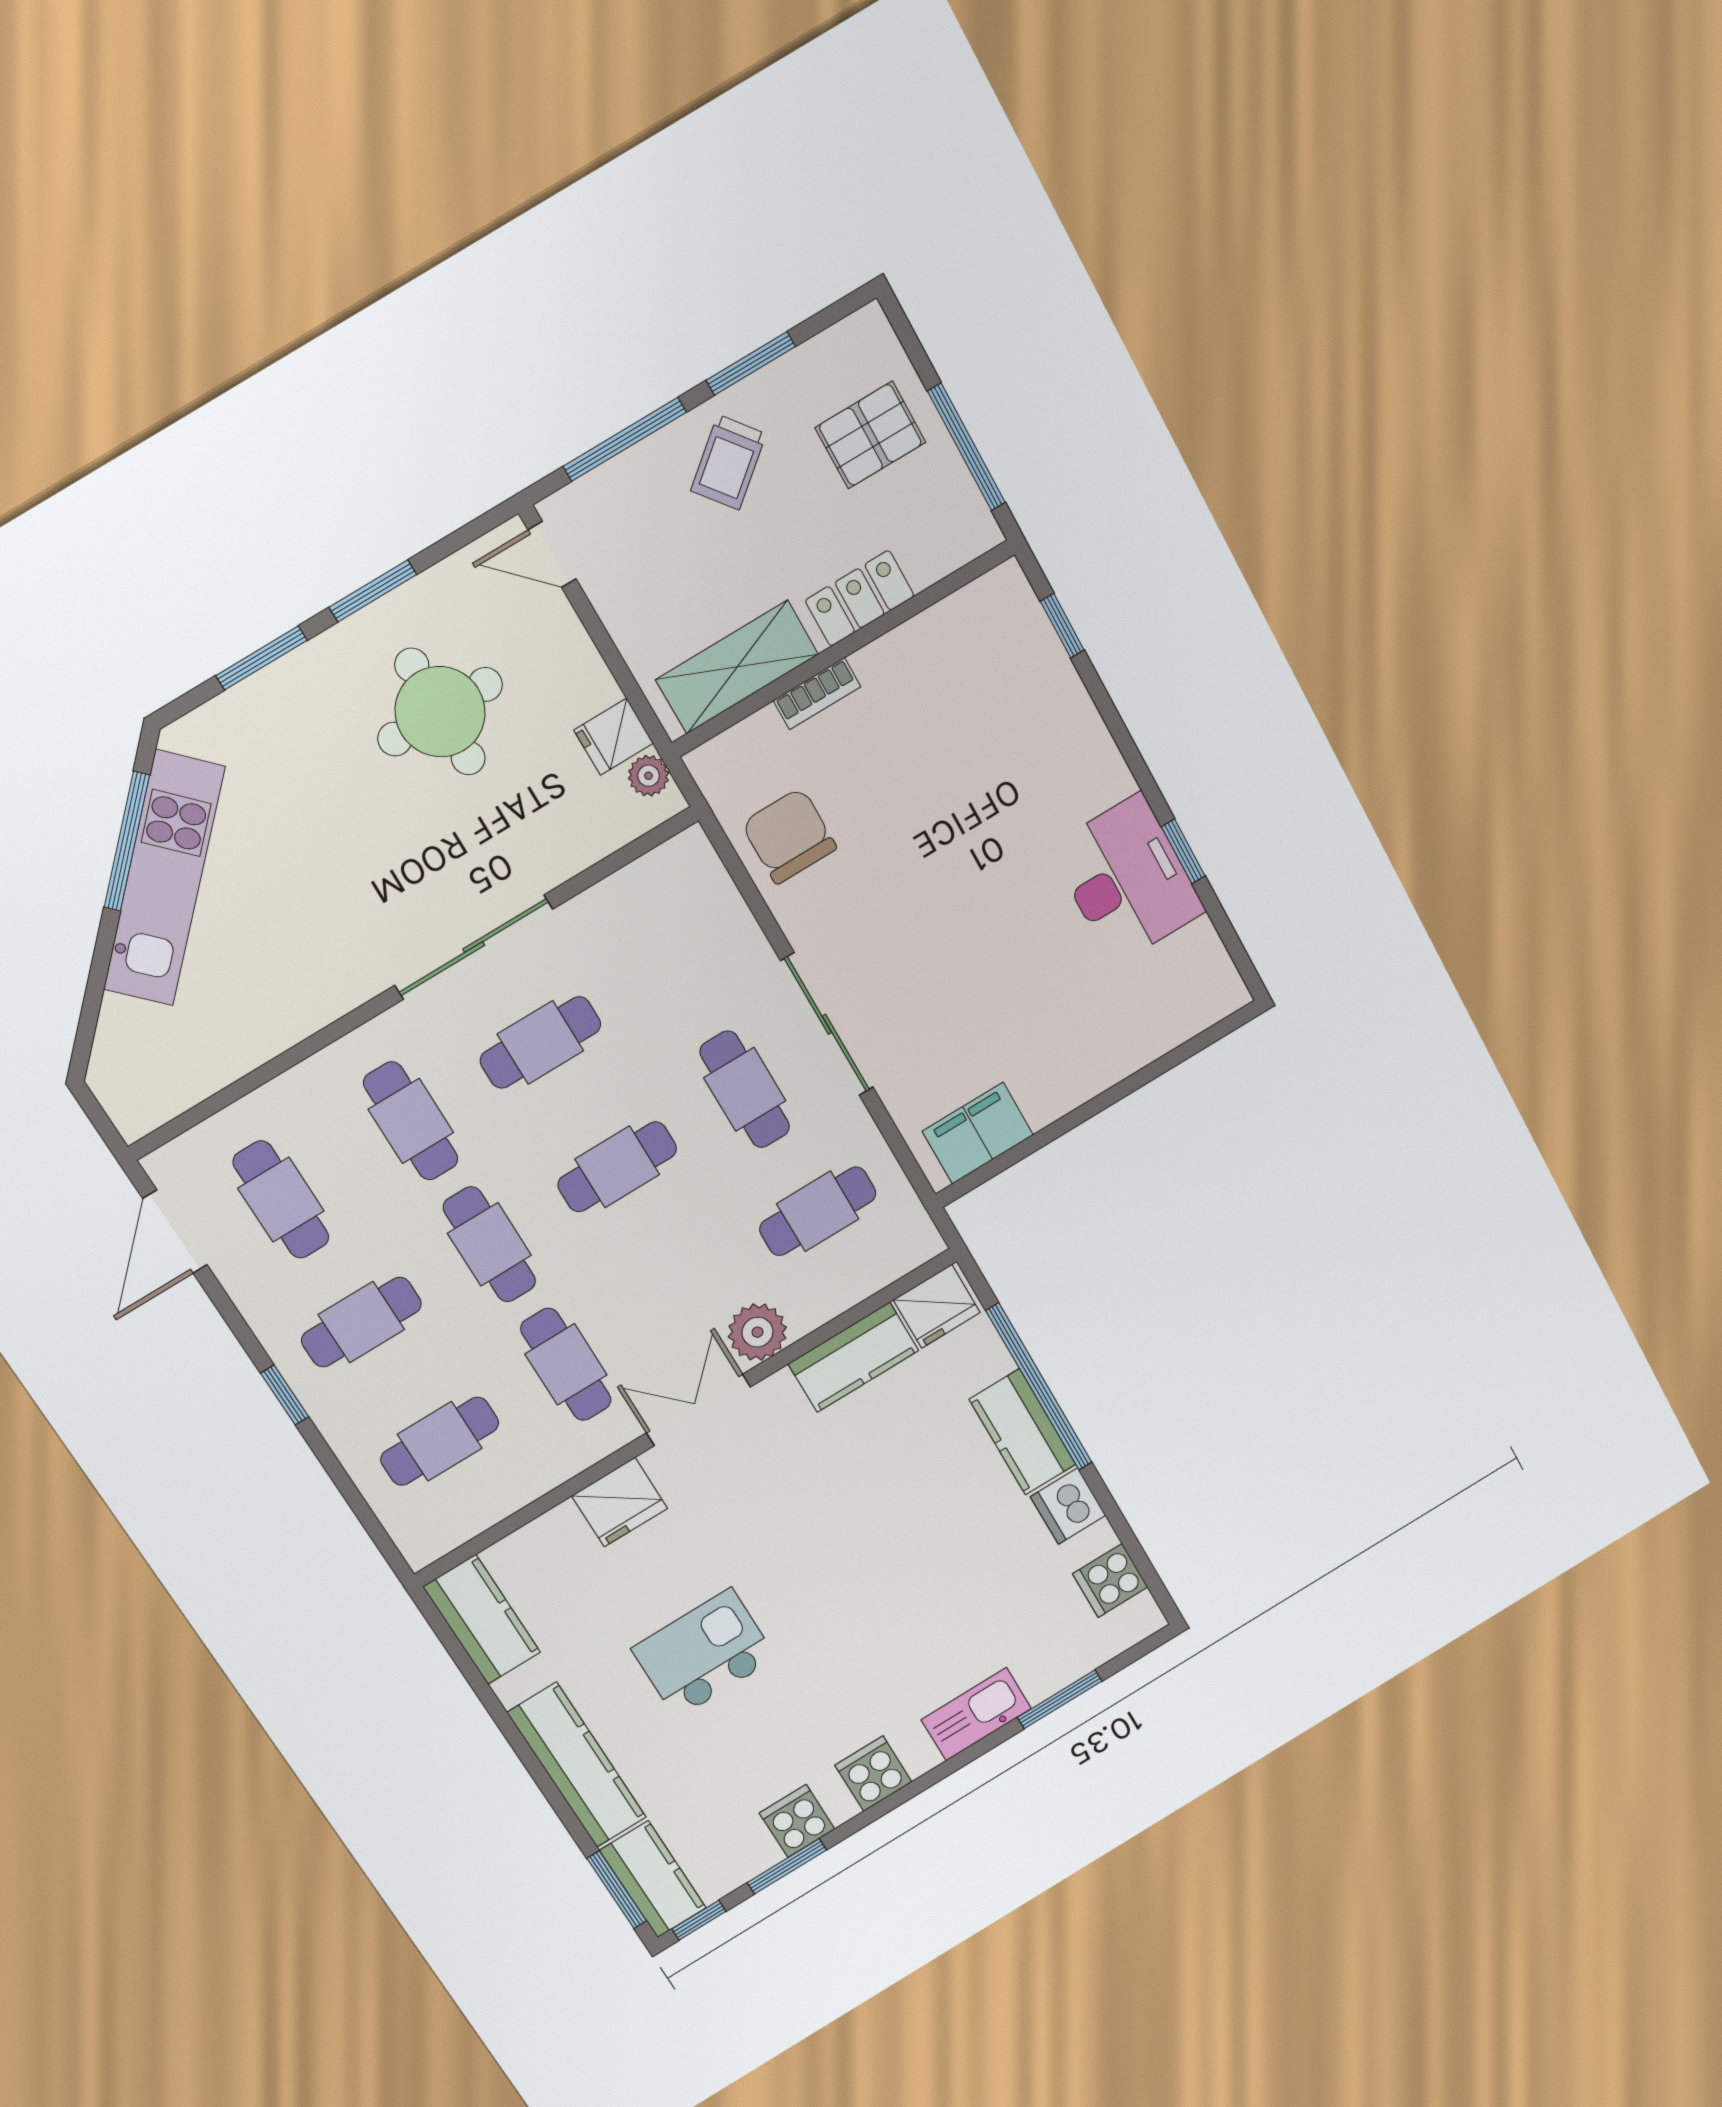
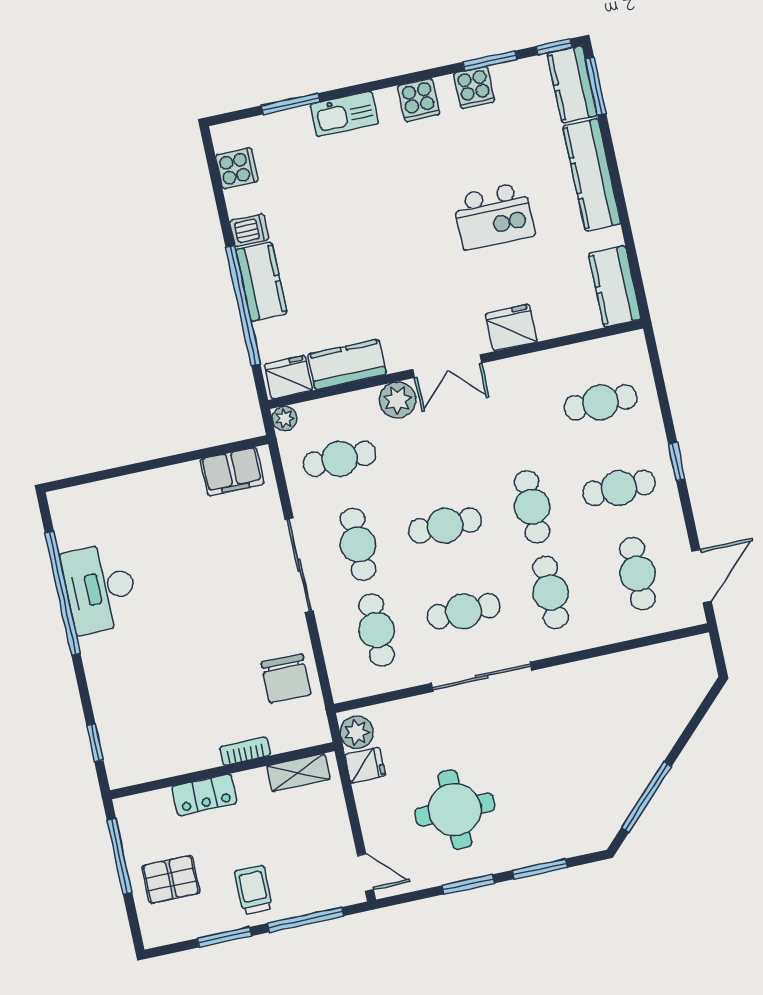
trolley: (728, 462) -> (254, 890), turned -51
shelving: (737, 667) -> (298, 773), width x0.67, depth x0.75
plant: (649, 776) -> (357, 732), width x1.38, depth x1.38
window: (1183, 851) -> (63, 593), width x3.17
kitchen unit: (164, 878) -> (634, 771), removed
plant: (923, 1242) -> (285, 418), added
cafe table: (566, 1364) -> (377, 630), moved
dishwasher: (1068, 1506) -> (249, 230), width x0.73

